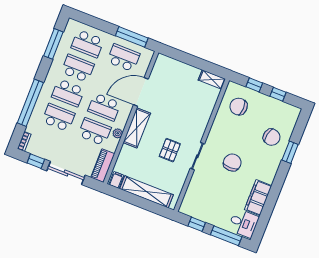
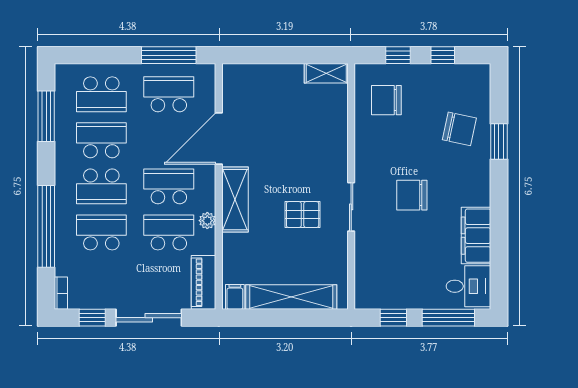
school desk: (104, 107) -> (169, 186), turned 180
pallet: (170, 150) -> (303, 215), turned 90
chair: (232, 163) -> (412, 195), turned -90

